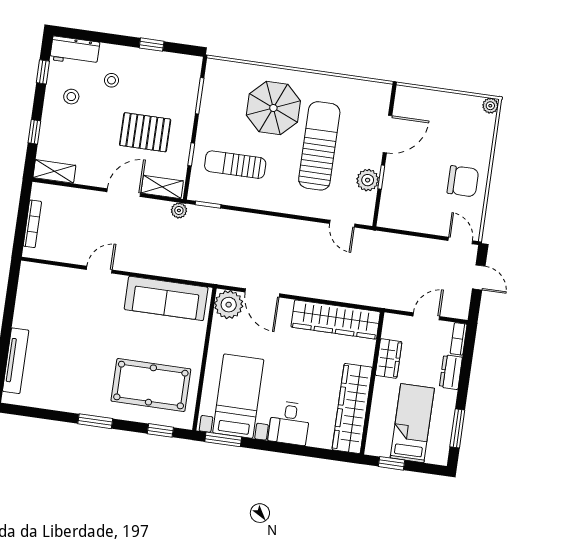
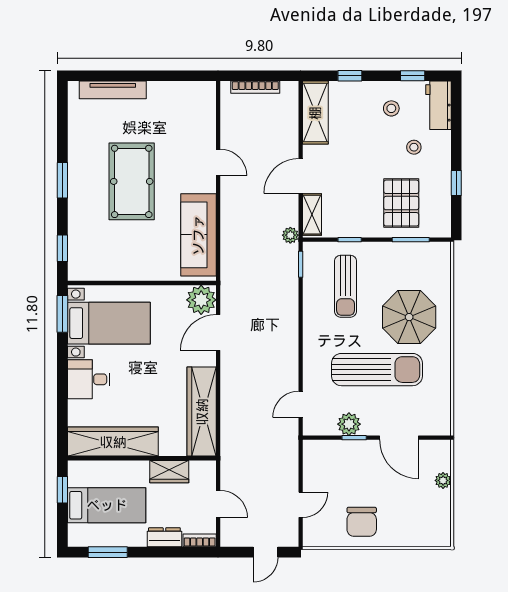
plant: (490, 106) -> (443, 480), moved
pallet: (145, 132) -> (401, 203), moved
sun lounger: (235, 165) -> (346, 286), turned 180
shelving: (54, 171) -> (315, 113), width x1.50, depth x1.33
door: (124, 193) -> (301, 176), swing flipped
door: (460, 241) -> (301, 505), moved
pool table: (151, 385) -> (132, 181), moved

